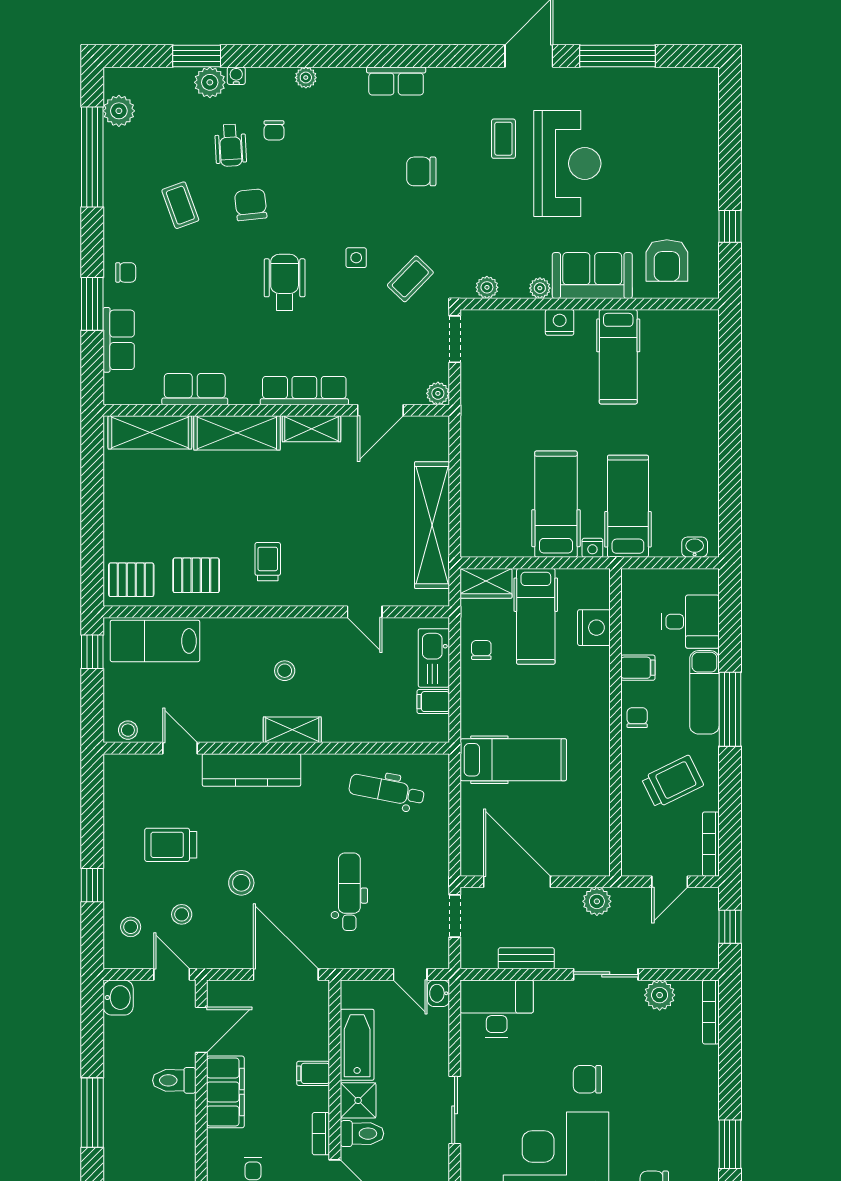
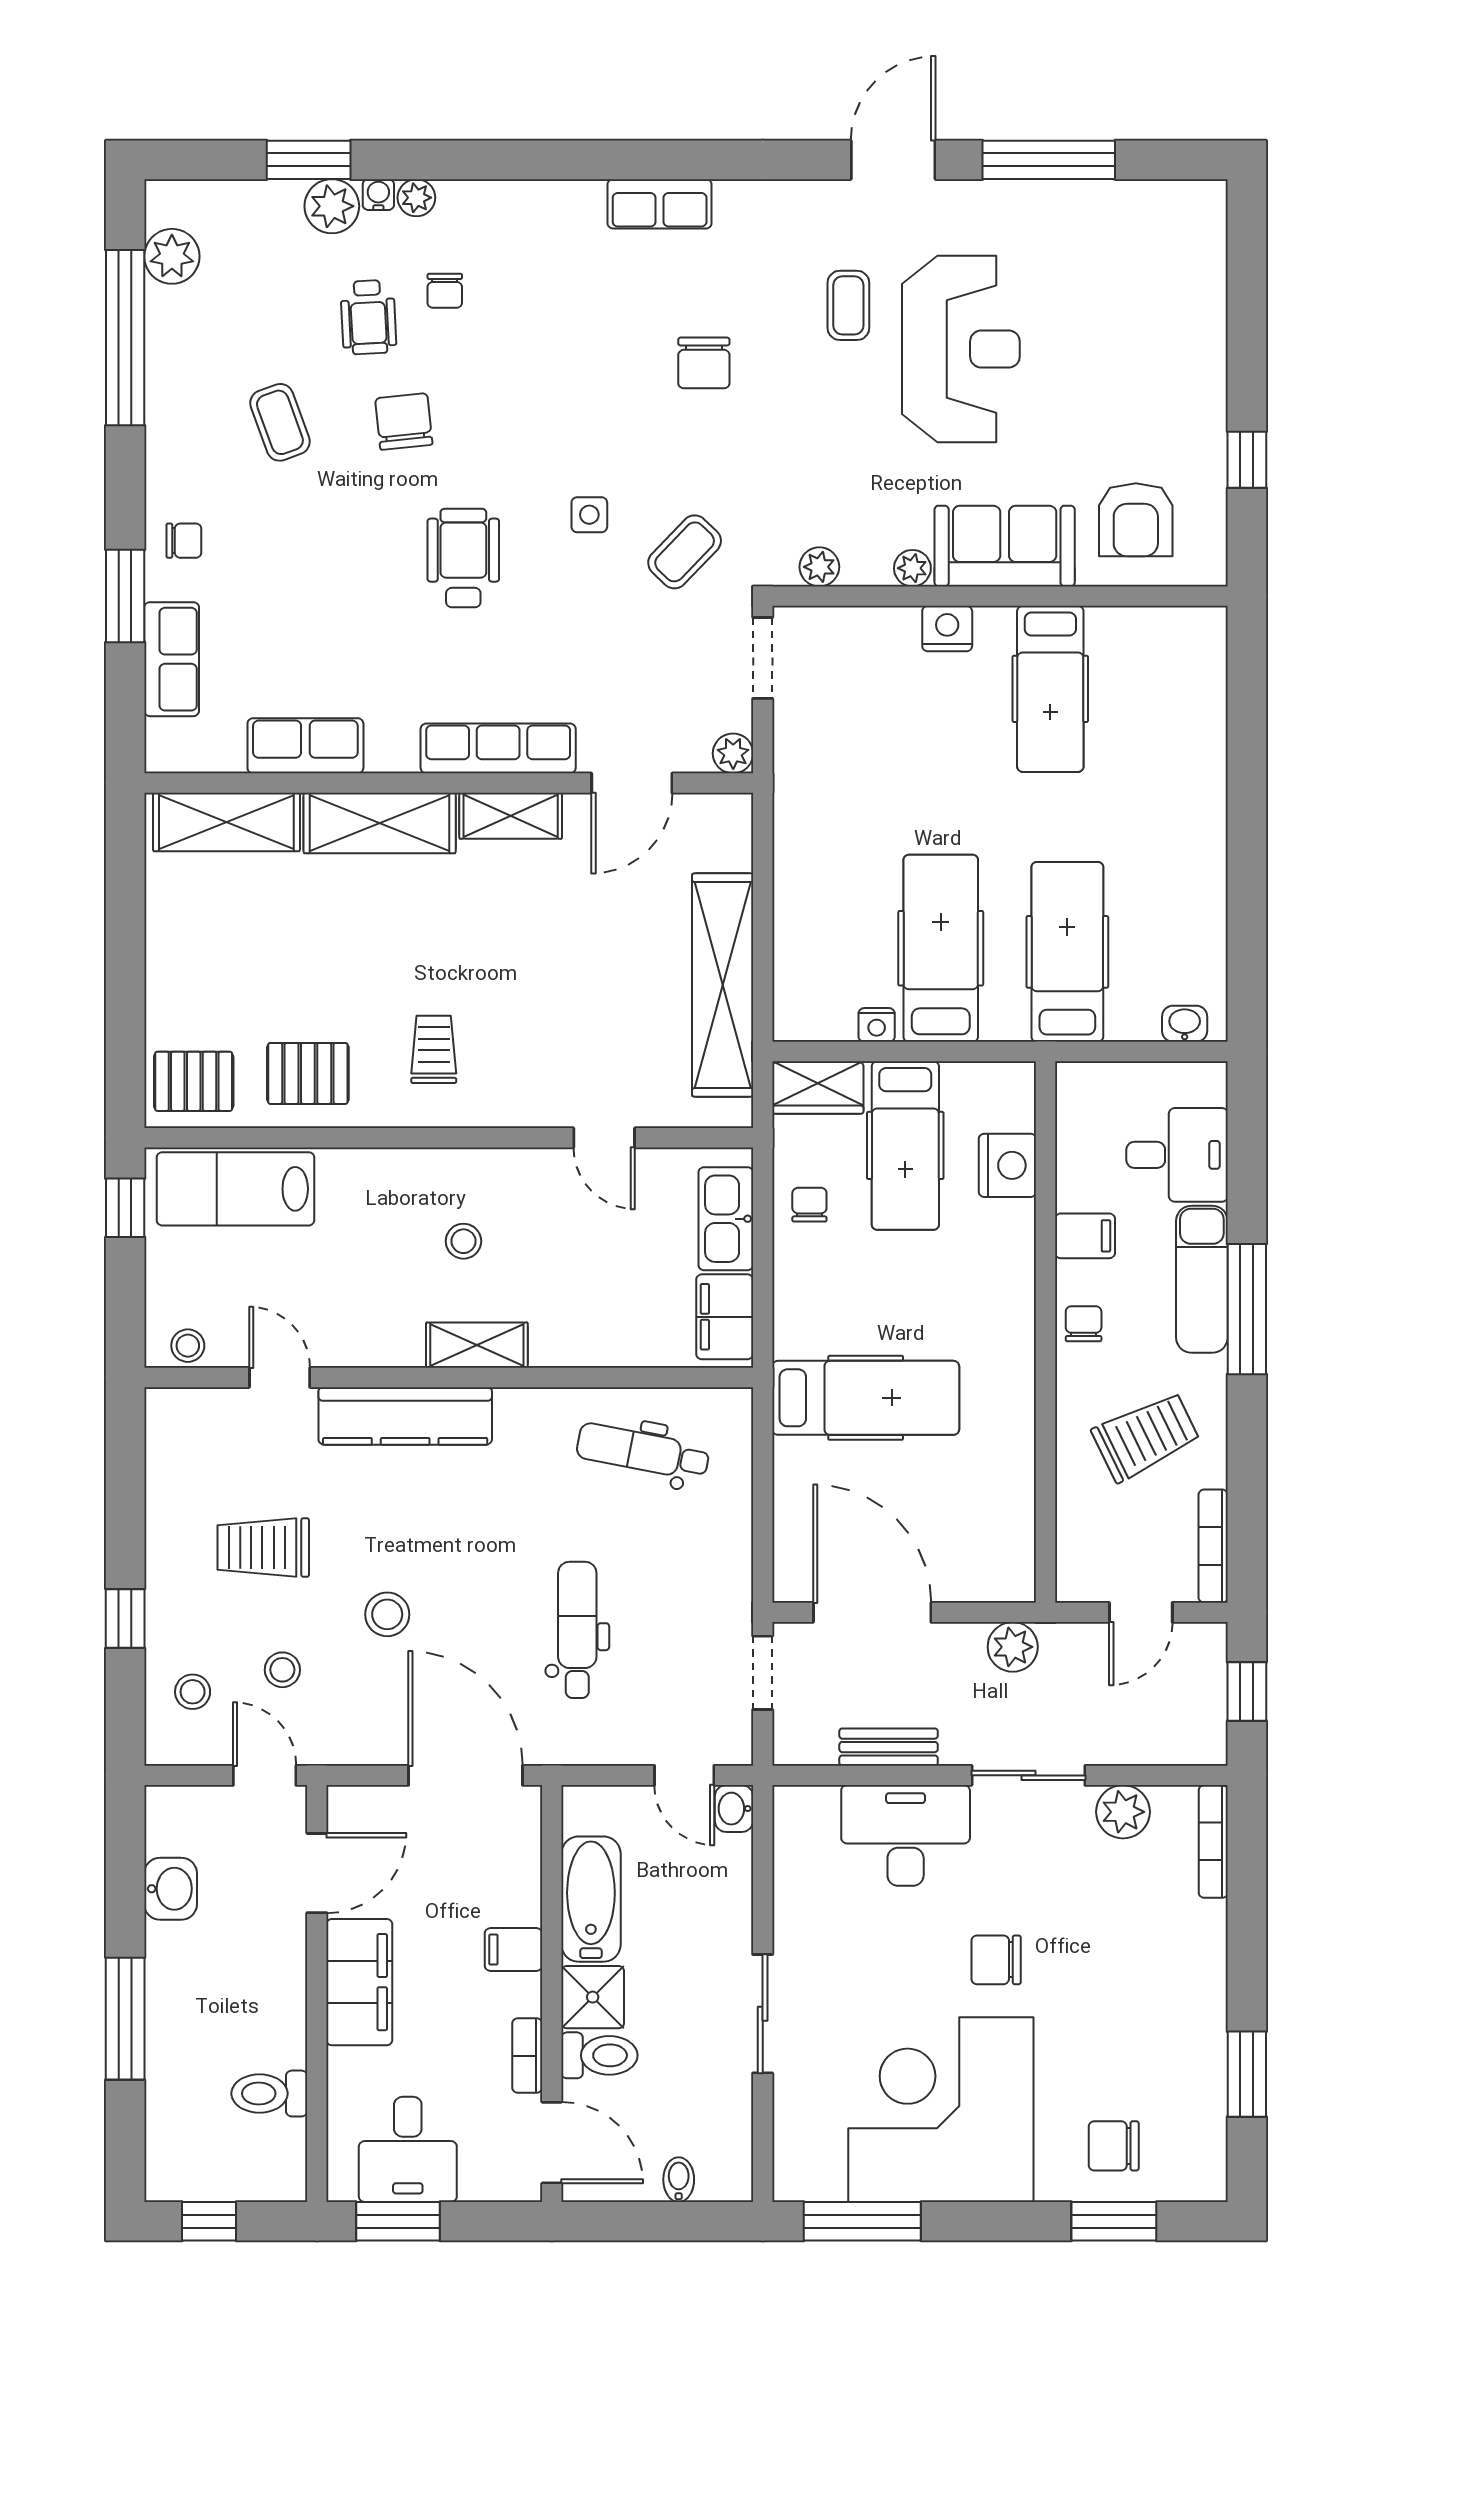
plant: (306, 78) -> (416, 198), moved
chair: (421, 171) -> (704, 363), turned -90
nightstand: (592, 548) -> (877, 1025), moved
filing cabinet: (433, 702) -> (725, 1317), width x2.00
washbasin: (118, 998) -> (171, 1889), moved
desk: (497, 1009) -> (906, 1835), moved
toilet: (174, 1080) -> (269, 2094), moved

